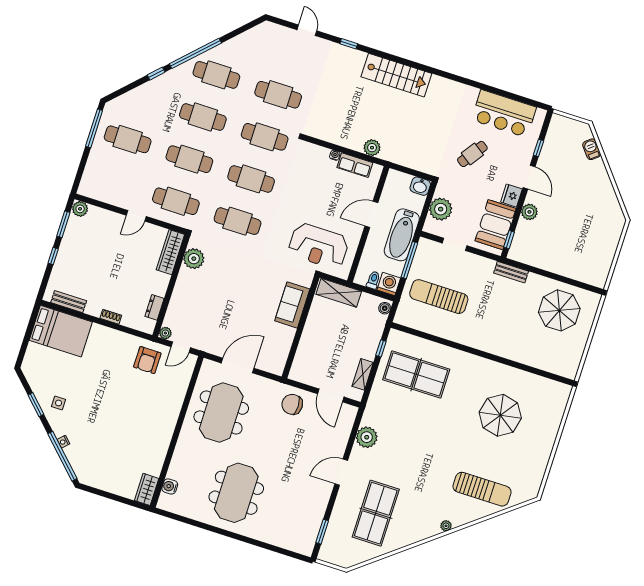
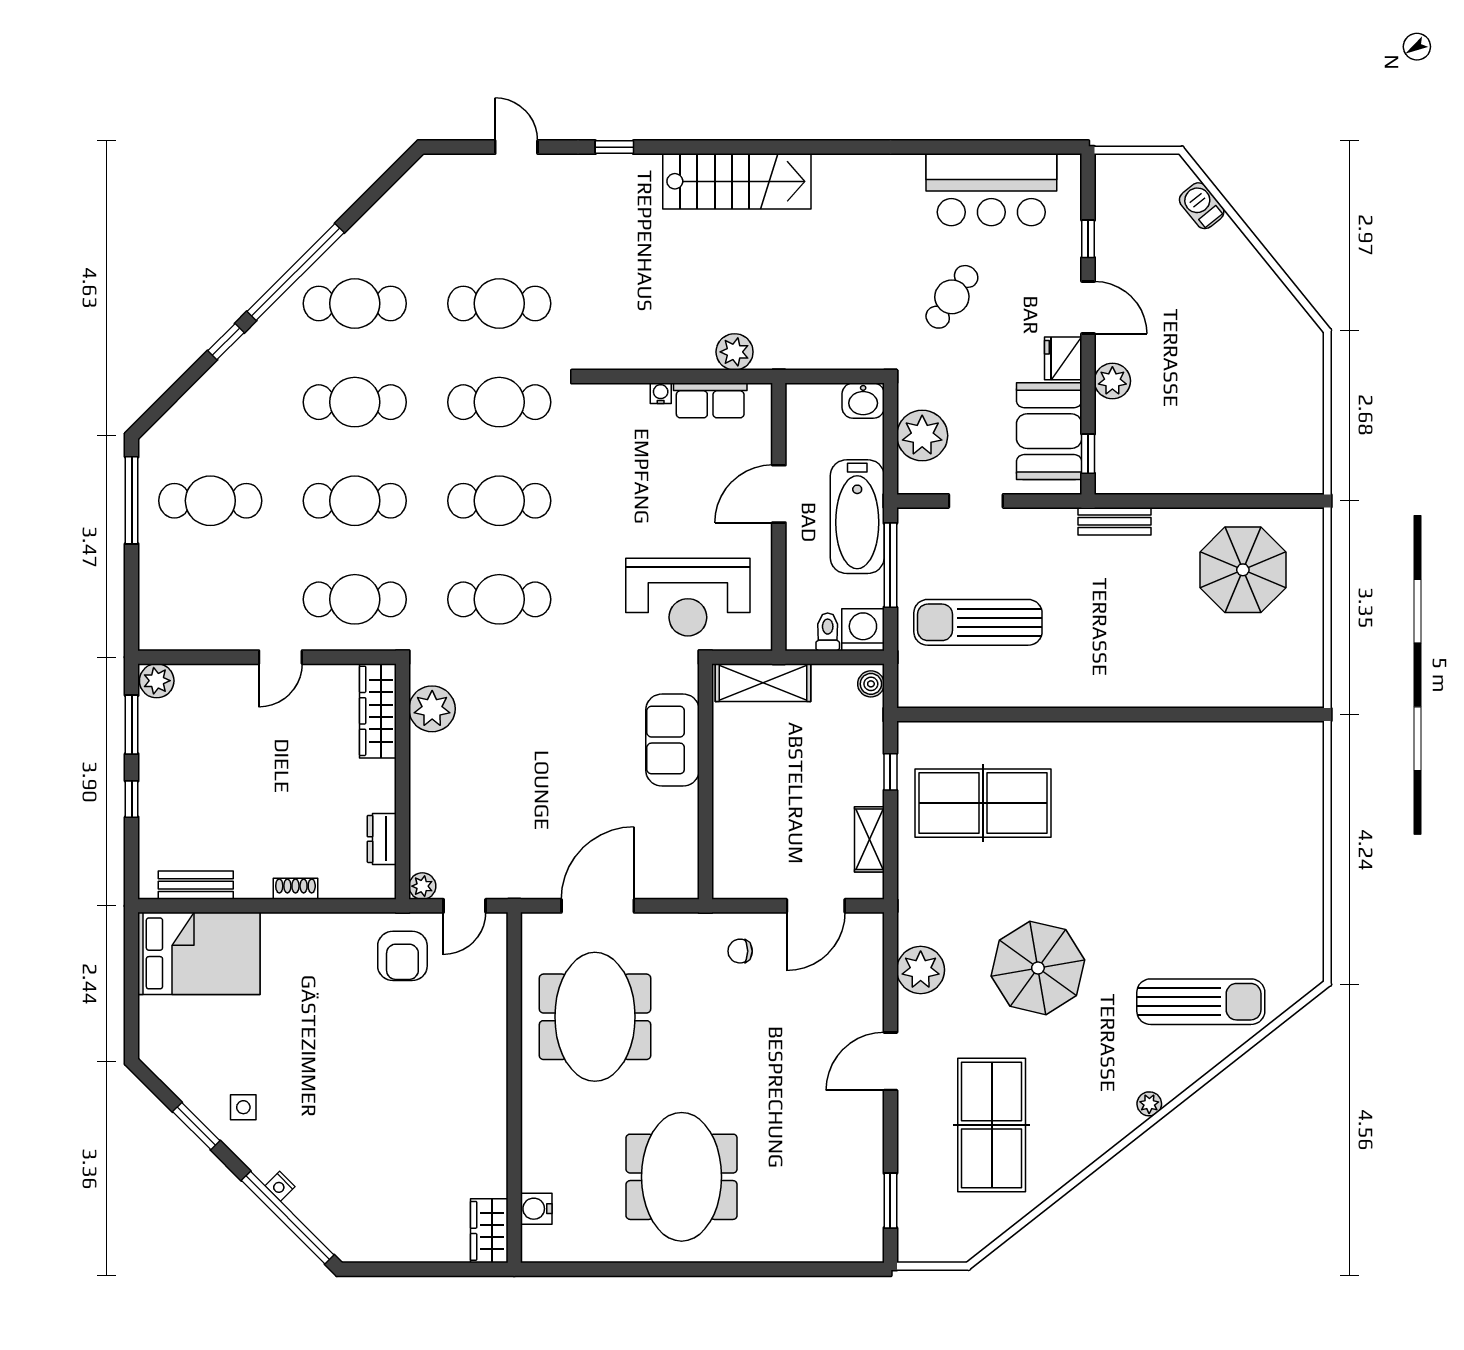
door: (331, 395) -> (816, 906), hinge flipped
chair: (292, 404) -> (740, 951), width x0.54, depth x0.54
parasol: (500, 415) -> (1038, 968), moved

